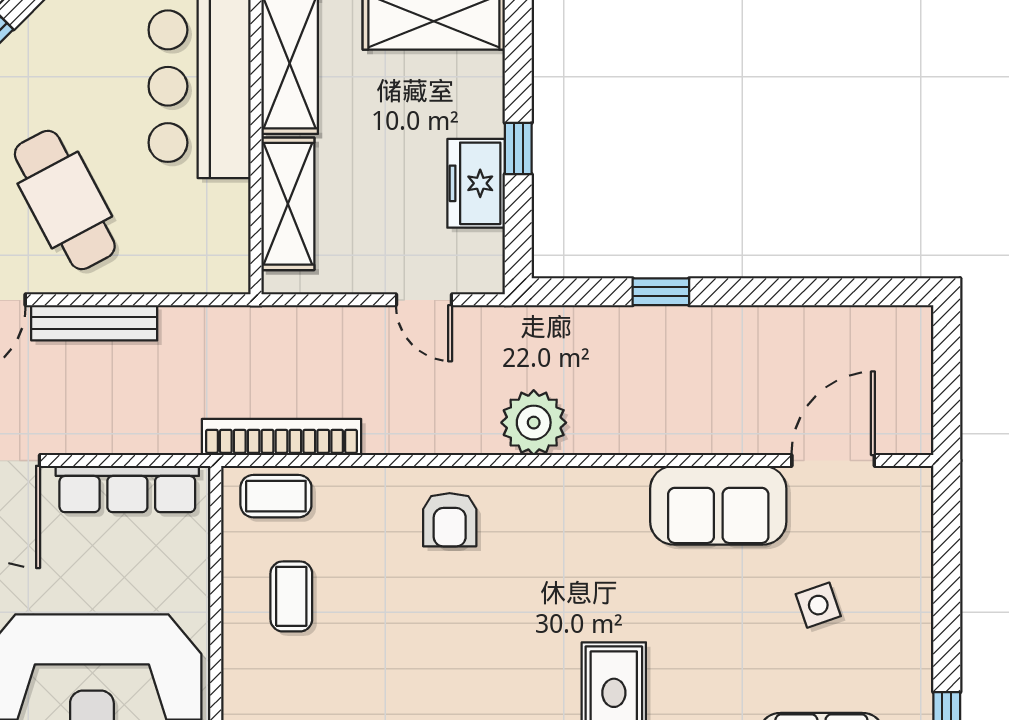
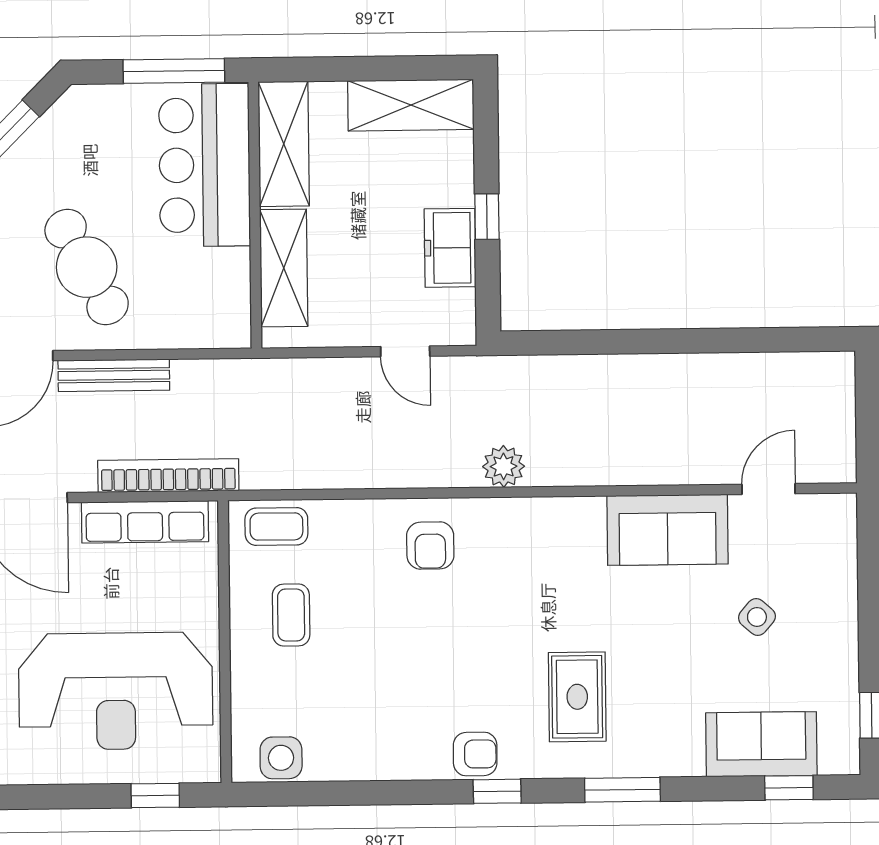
window: (661, 292) -> (614, 342), removed
plant: (534, 423) -> (504, 466), width x0.73, depth x0.73
bookcase: (281, 437) -> (168, 476), moved
door: (833, 460) -> (769, 489), width x0.73
side table: (818, 605) -> (757, 617), turned -30

